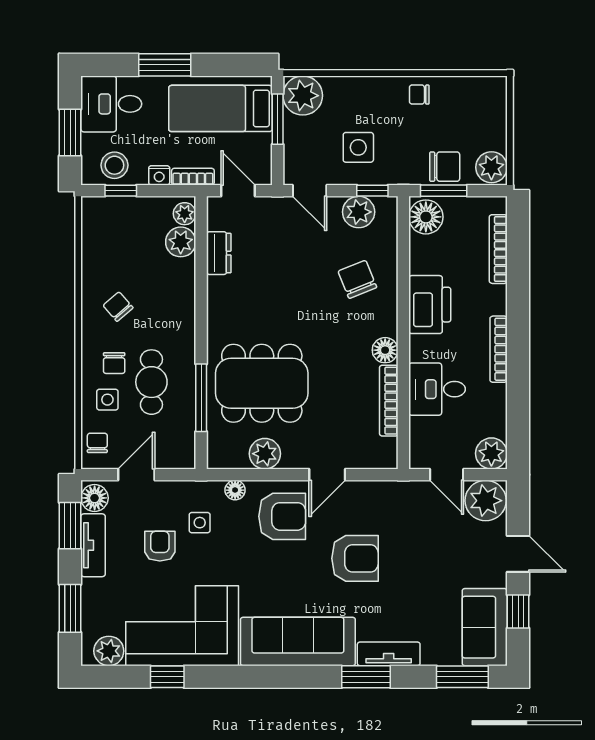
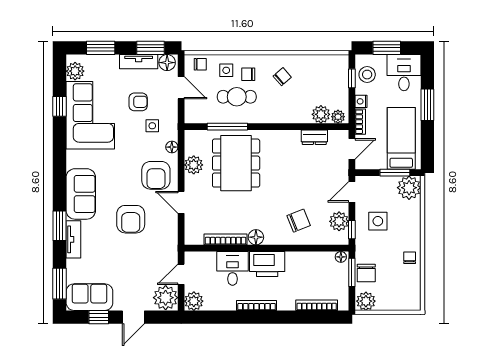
floor lamp: (426, 217) -> (341, 257), width x0.53, depth x0.53
printer: (430, 305) -> (267, 264), moved
sofa: (298, 641) -> (81, 194), width x0.73

